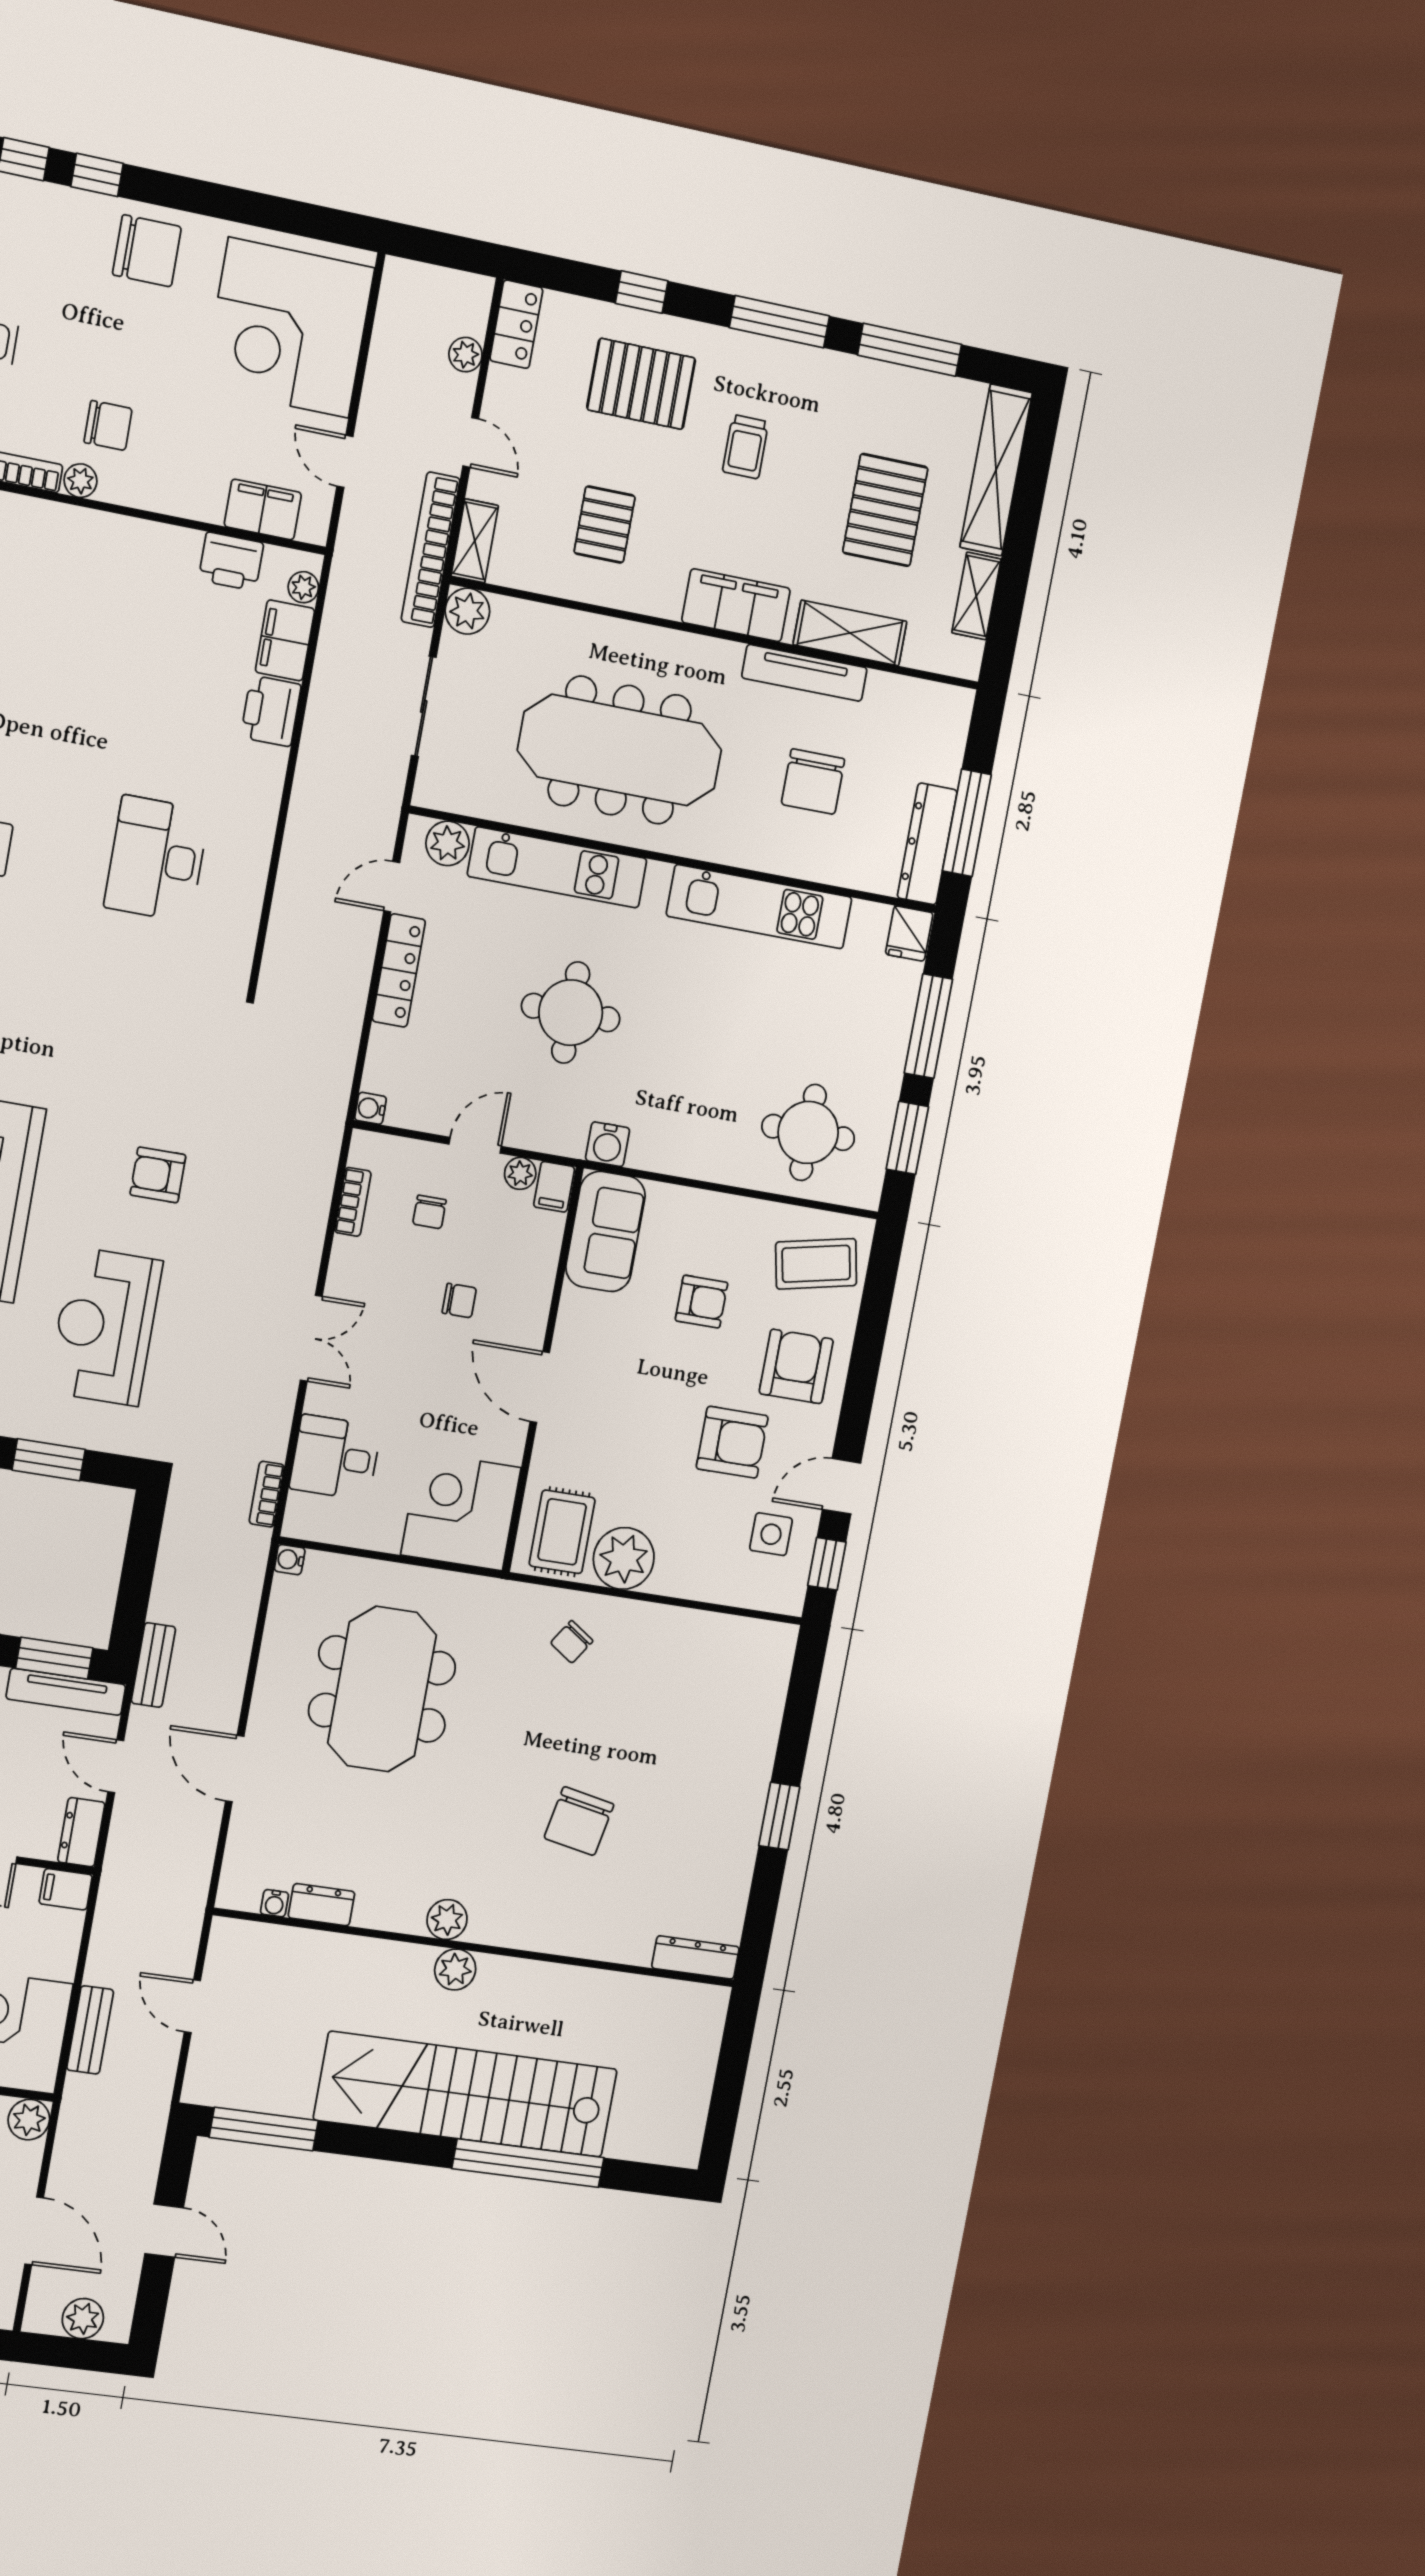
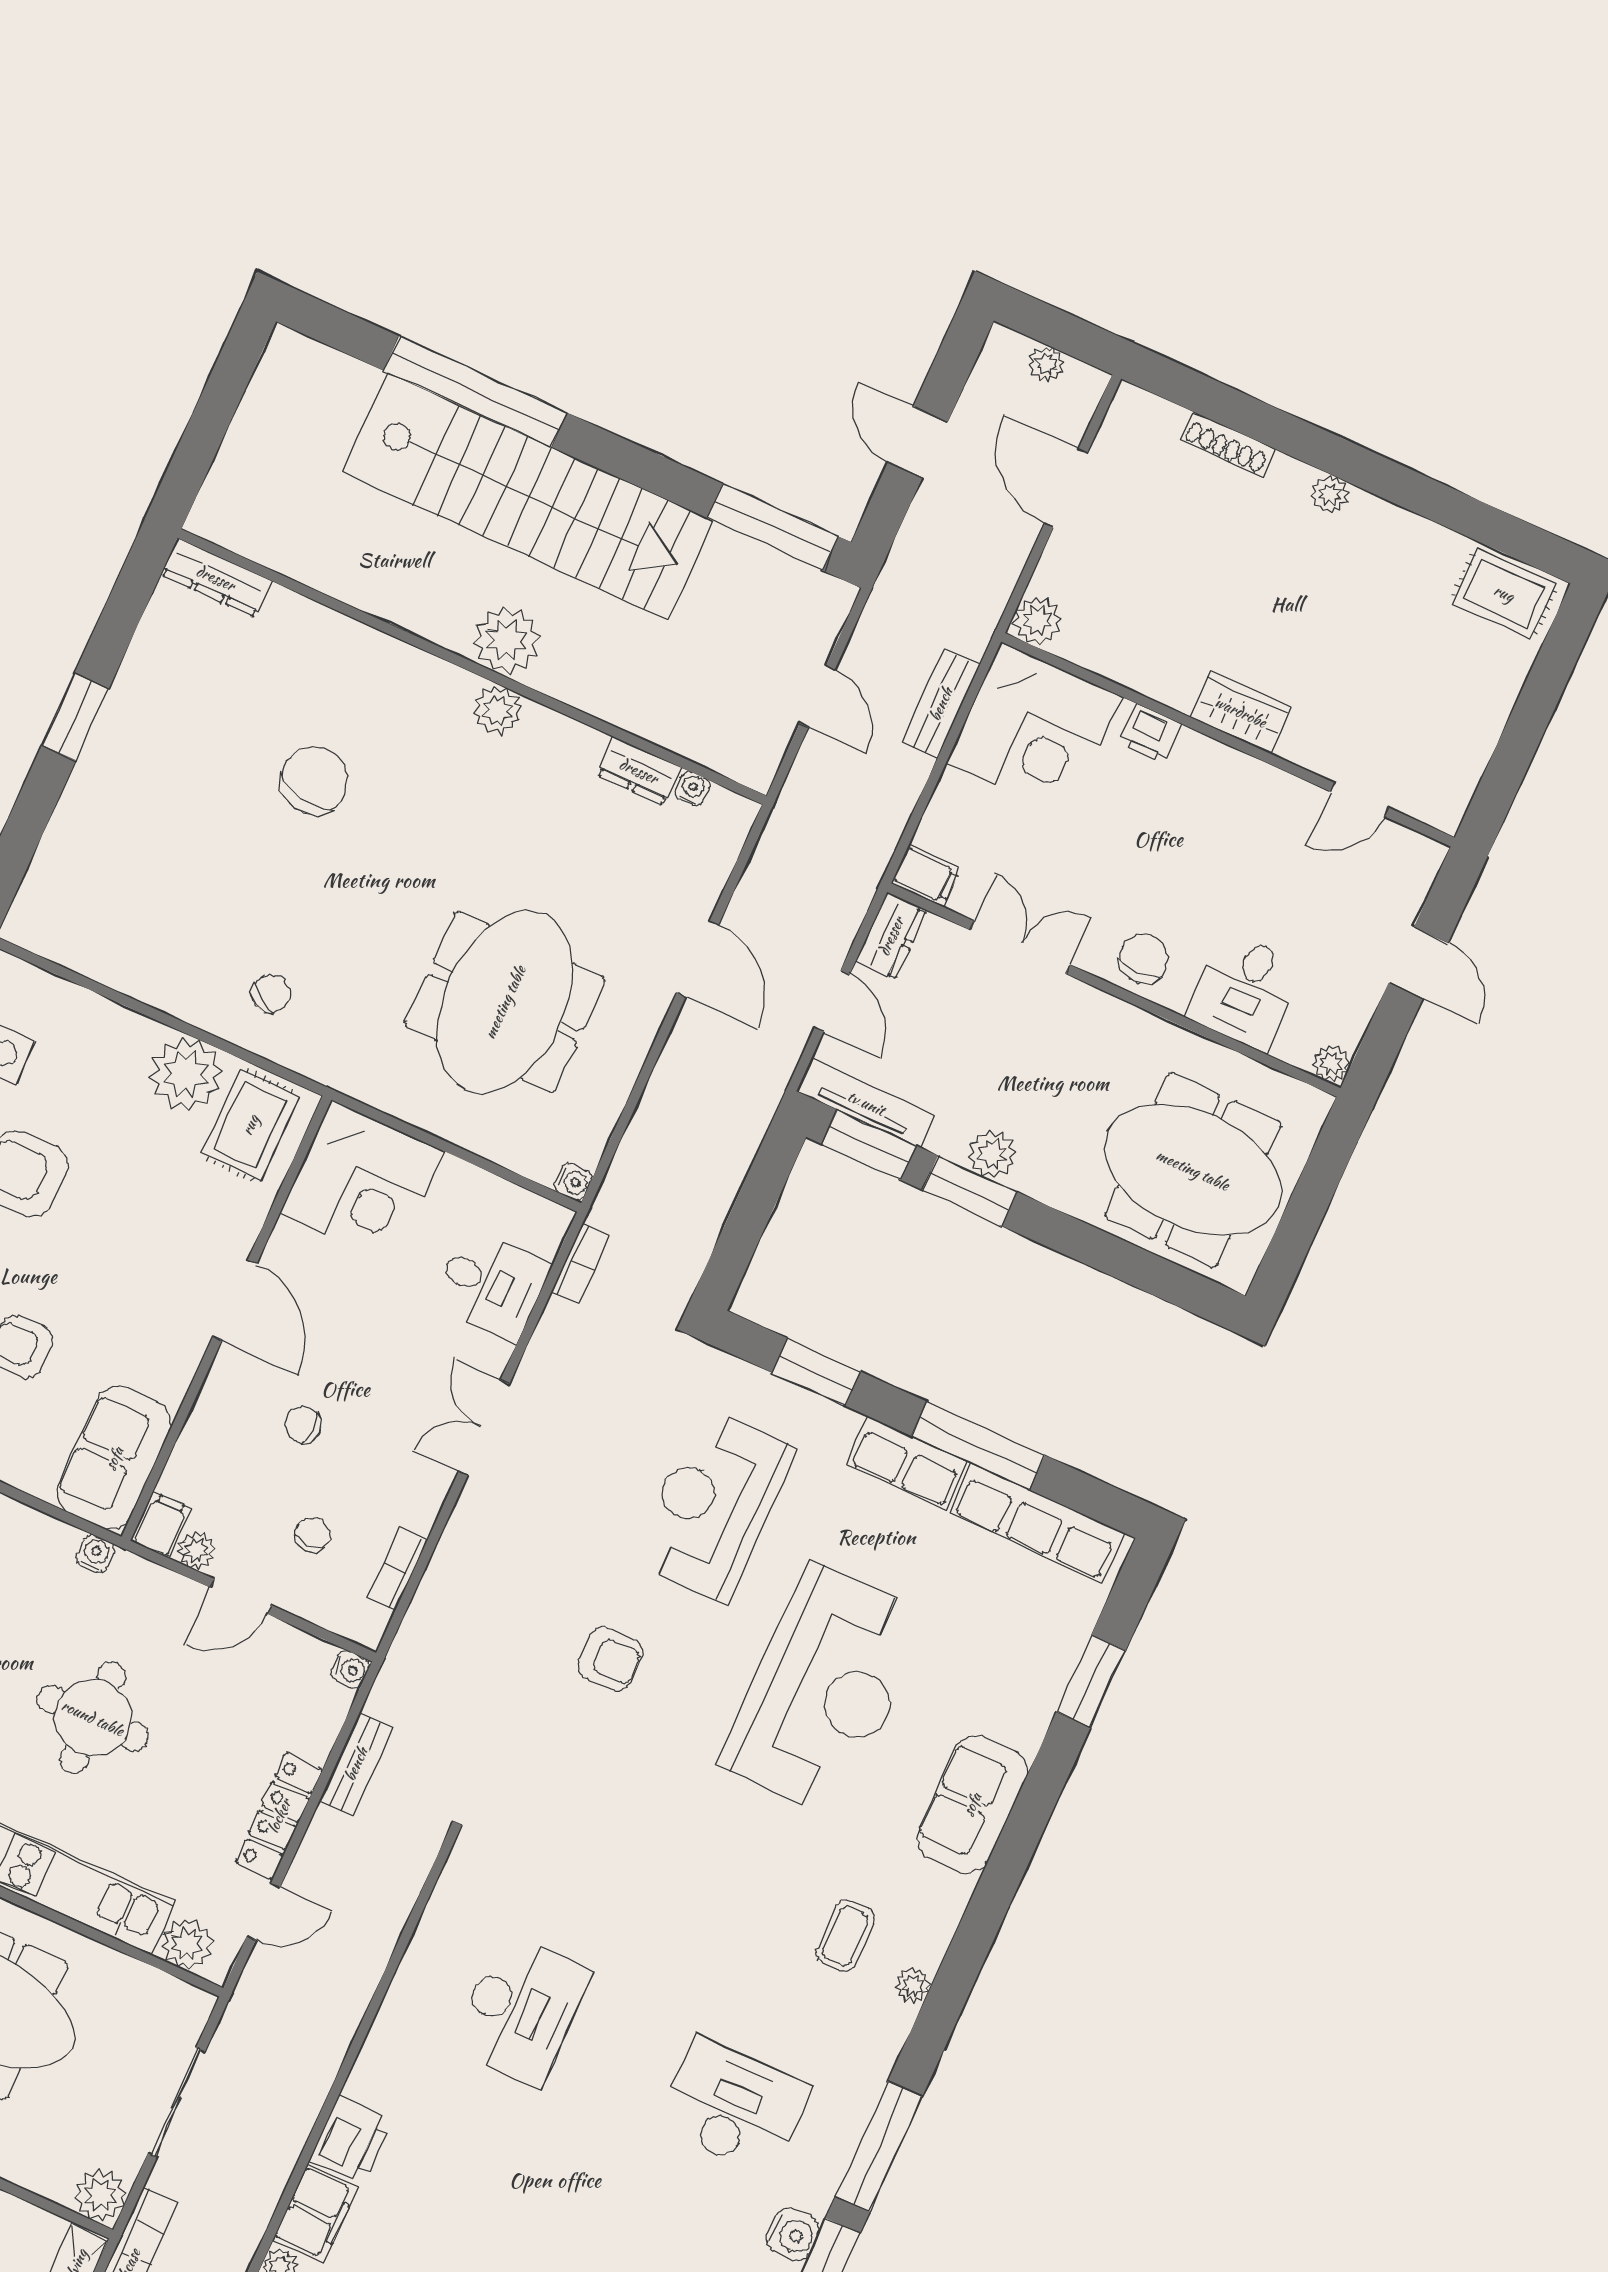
water cooler: (608, 1144) -> (95, 1554), width x0.72, depth x0.72
reception desk: (105, 1326) -> (714, 1505), turned 180
bench: (153, 1665) -> (356, 1764), moved
plant: (455, 1969) -> (507, 640), width x1.36, depth x1.36
plant: (83, 2319) -> (1046, 364), width x0.73, depth x0.73

